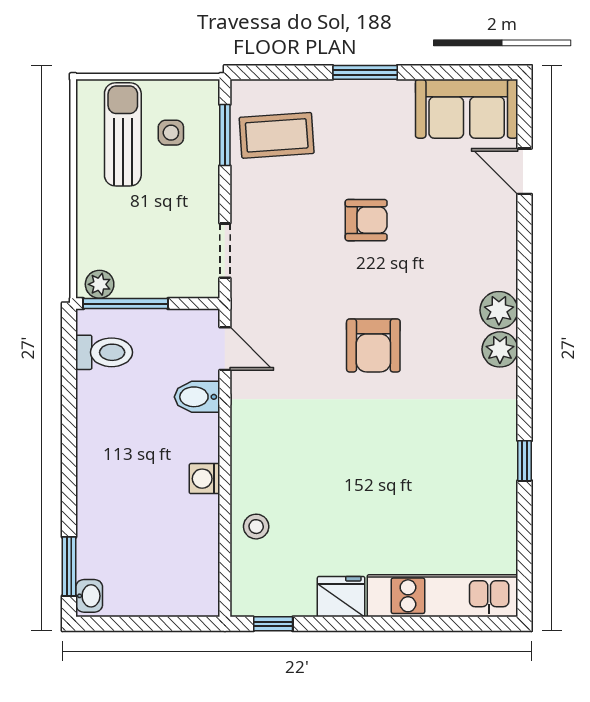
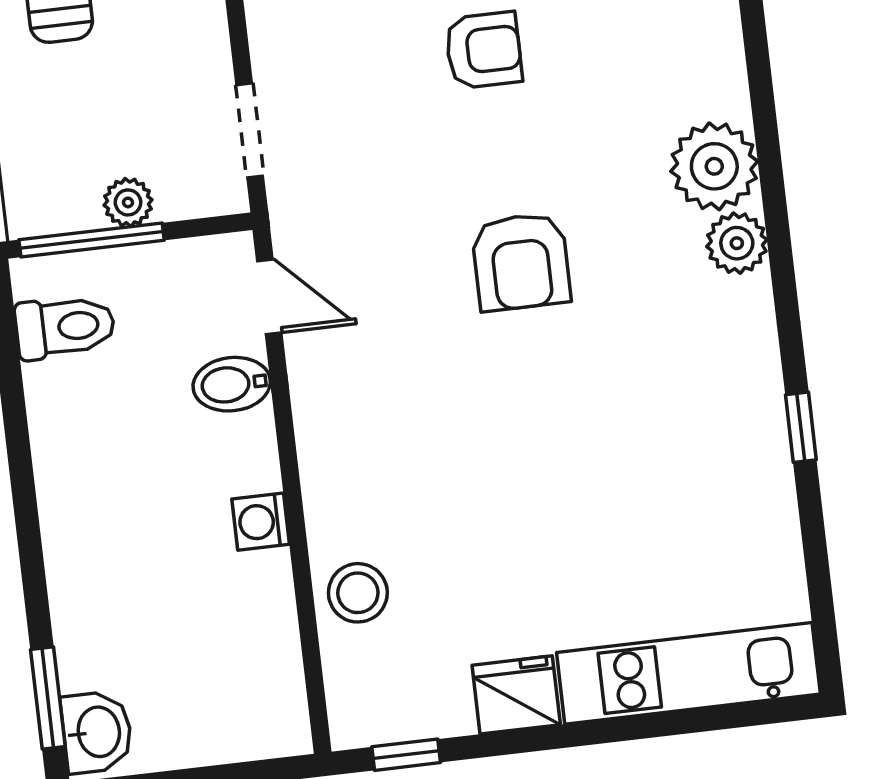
plant: (100, 284) -> (128, 202), moved
plant: (499, 310) -> (714, 166), width x1.36, depth x1.36
stool: (256, 527) -> (358, 593), width x1.37, depth x1.37
washbasin: (89, 596) -> (97, 732), width x1.38, depth x1.45

